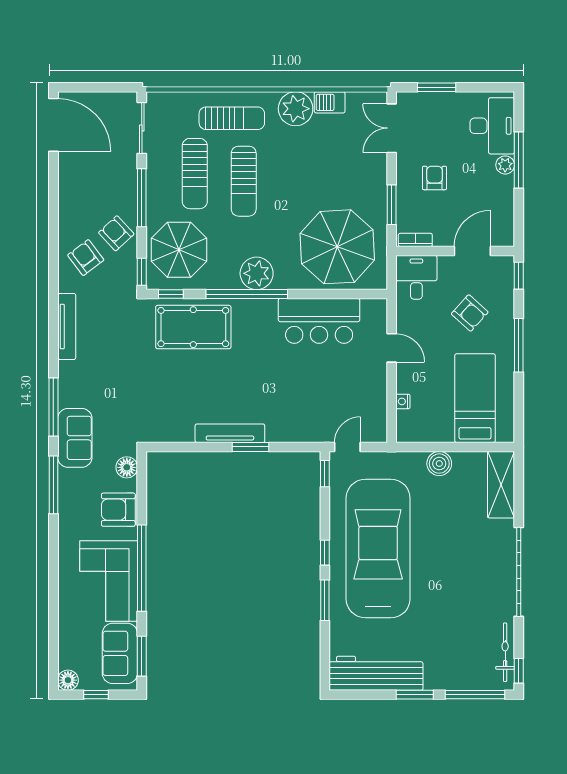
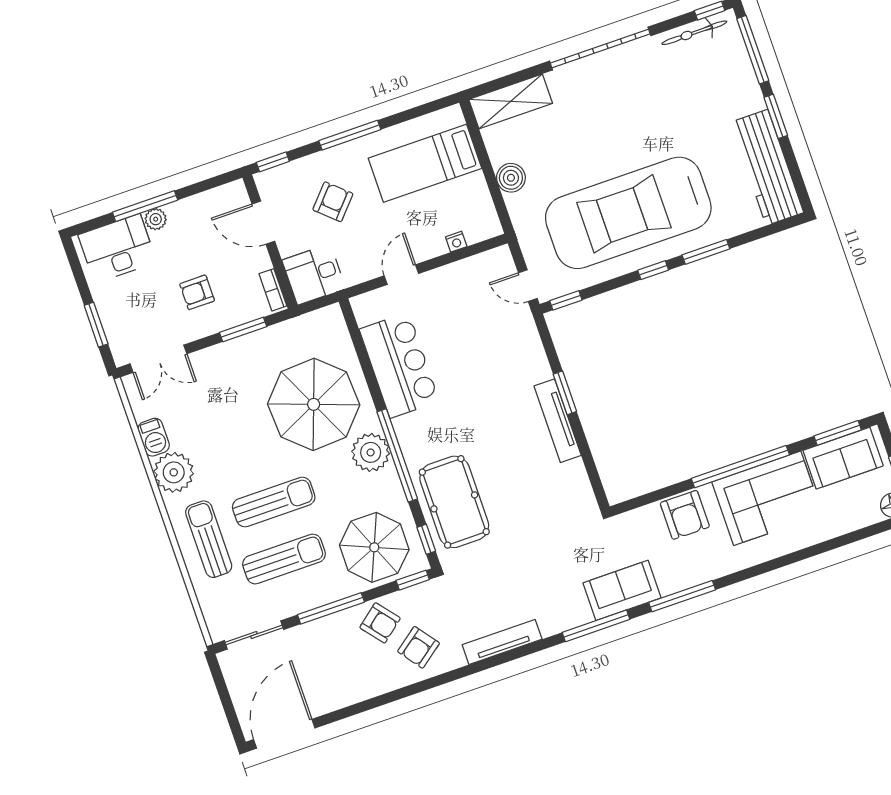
armchair: (116, 233) -> (380, 623), turned -86
parasol: (337, 247) -> (314, 404), moved
floor lamp: (127, 467) -> (635, 522), removed

